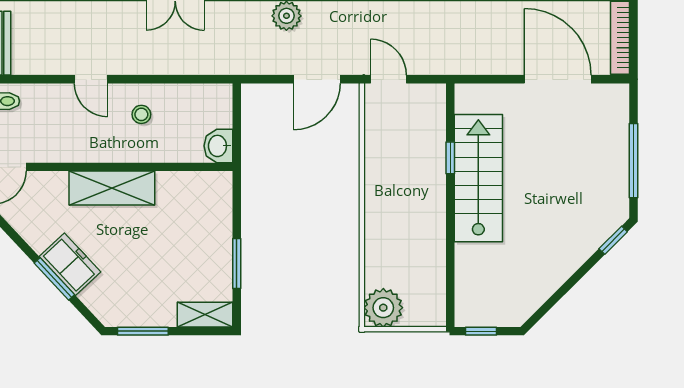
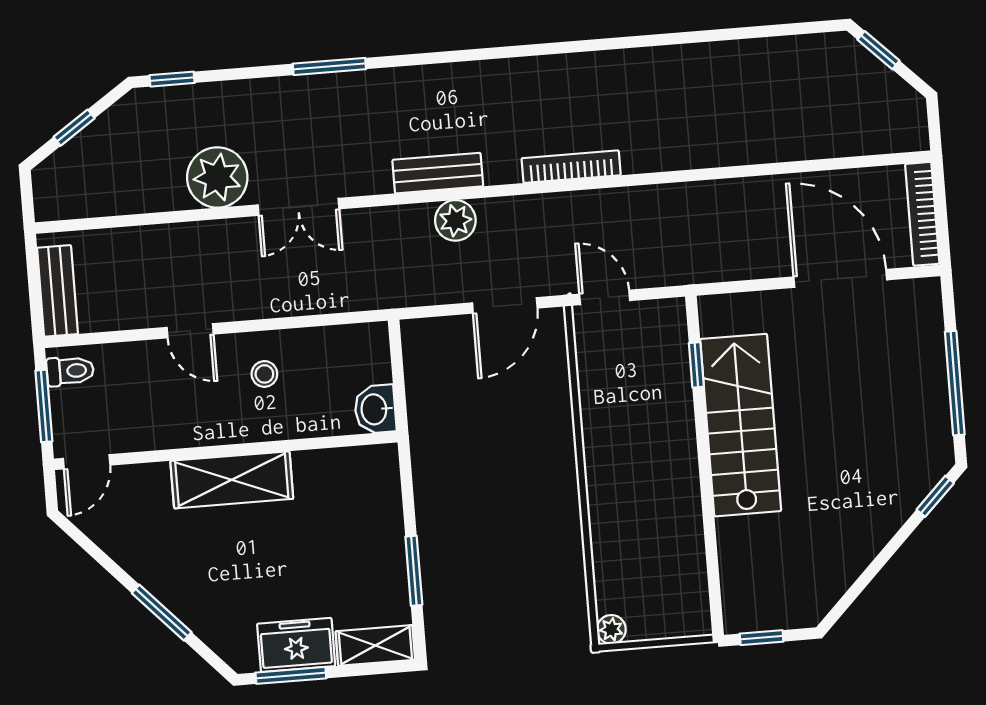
window: (450, 158) -> (696, 365), moved
freezer: (70, 264) -> (296, 645), moved, turned -47
plant: (383, 308) -> (611, 629), width x0.53, depth x0.53

